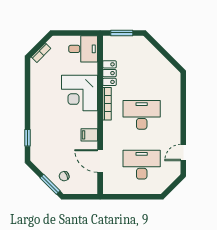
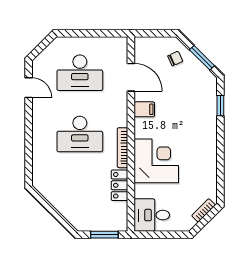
door: (183, 153) -> (29, 88), hinge flipped
window: (50, 184) -> (202, 58), moved

